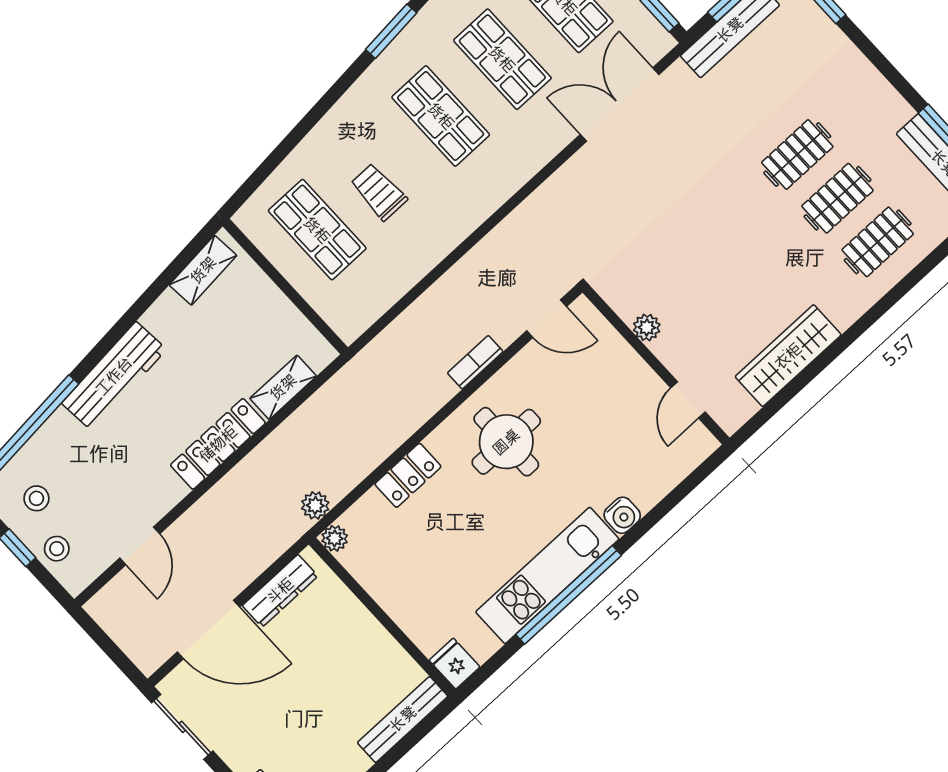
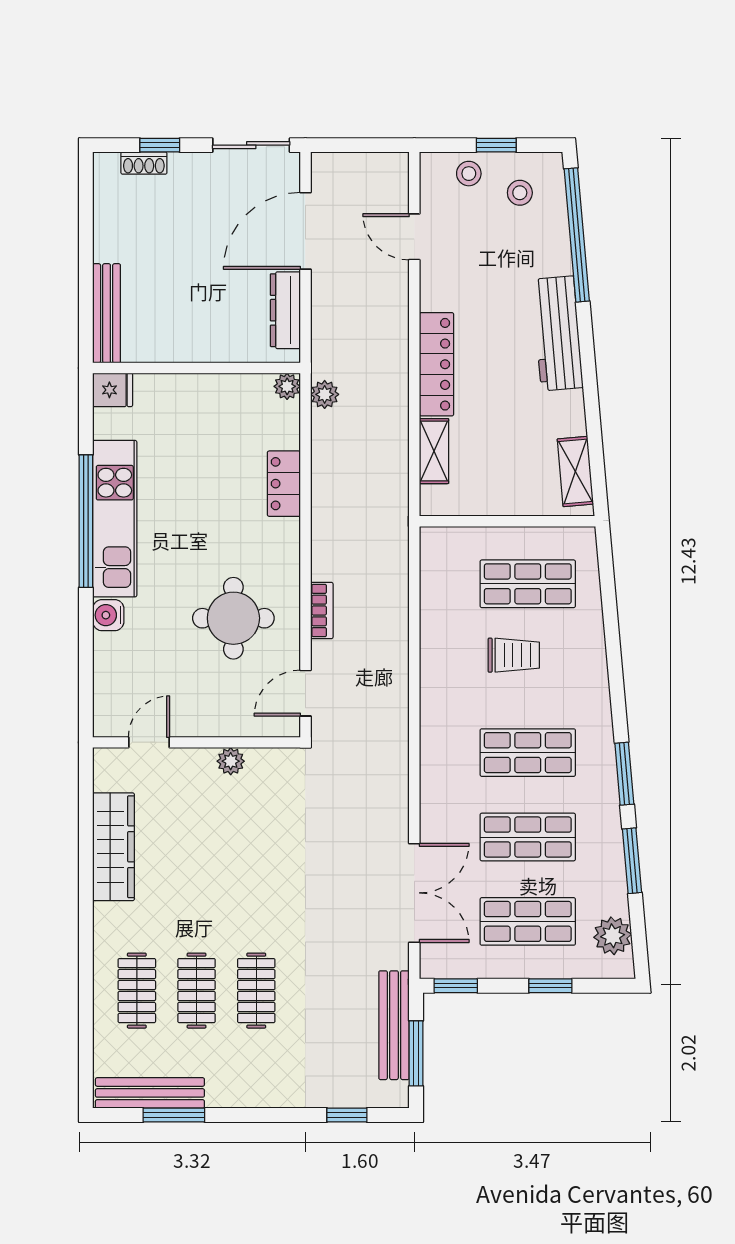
door: (688, 400) -> (149, 742), hinge flipped
round table: (506, 442) -> (233, 618), moved

